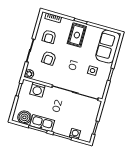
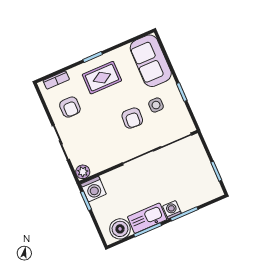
rug: (77, 35) -> (102, 78), turned 90
armchair: (49, 58) -> (132, 118), moved
washing machine: (37, 90) -> (93, 189), moved
washing machine: (75, 134) -> (172, 210), moved

